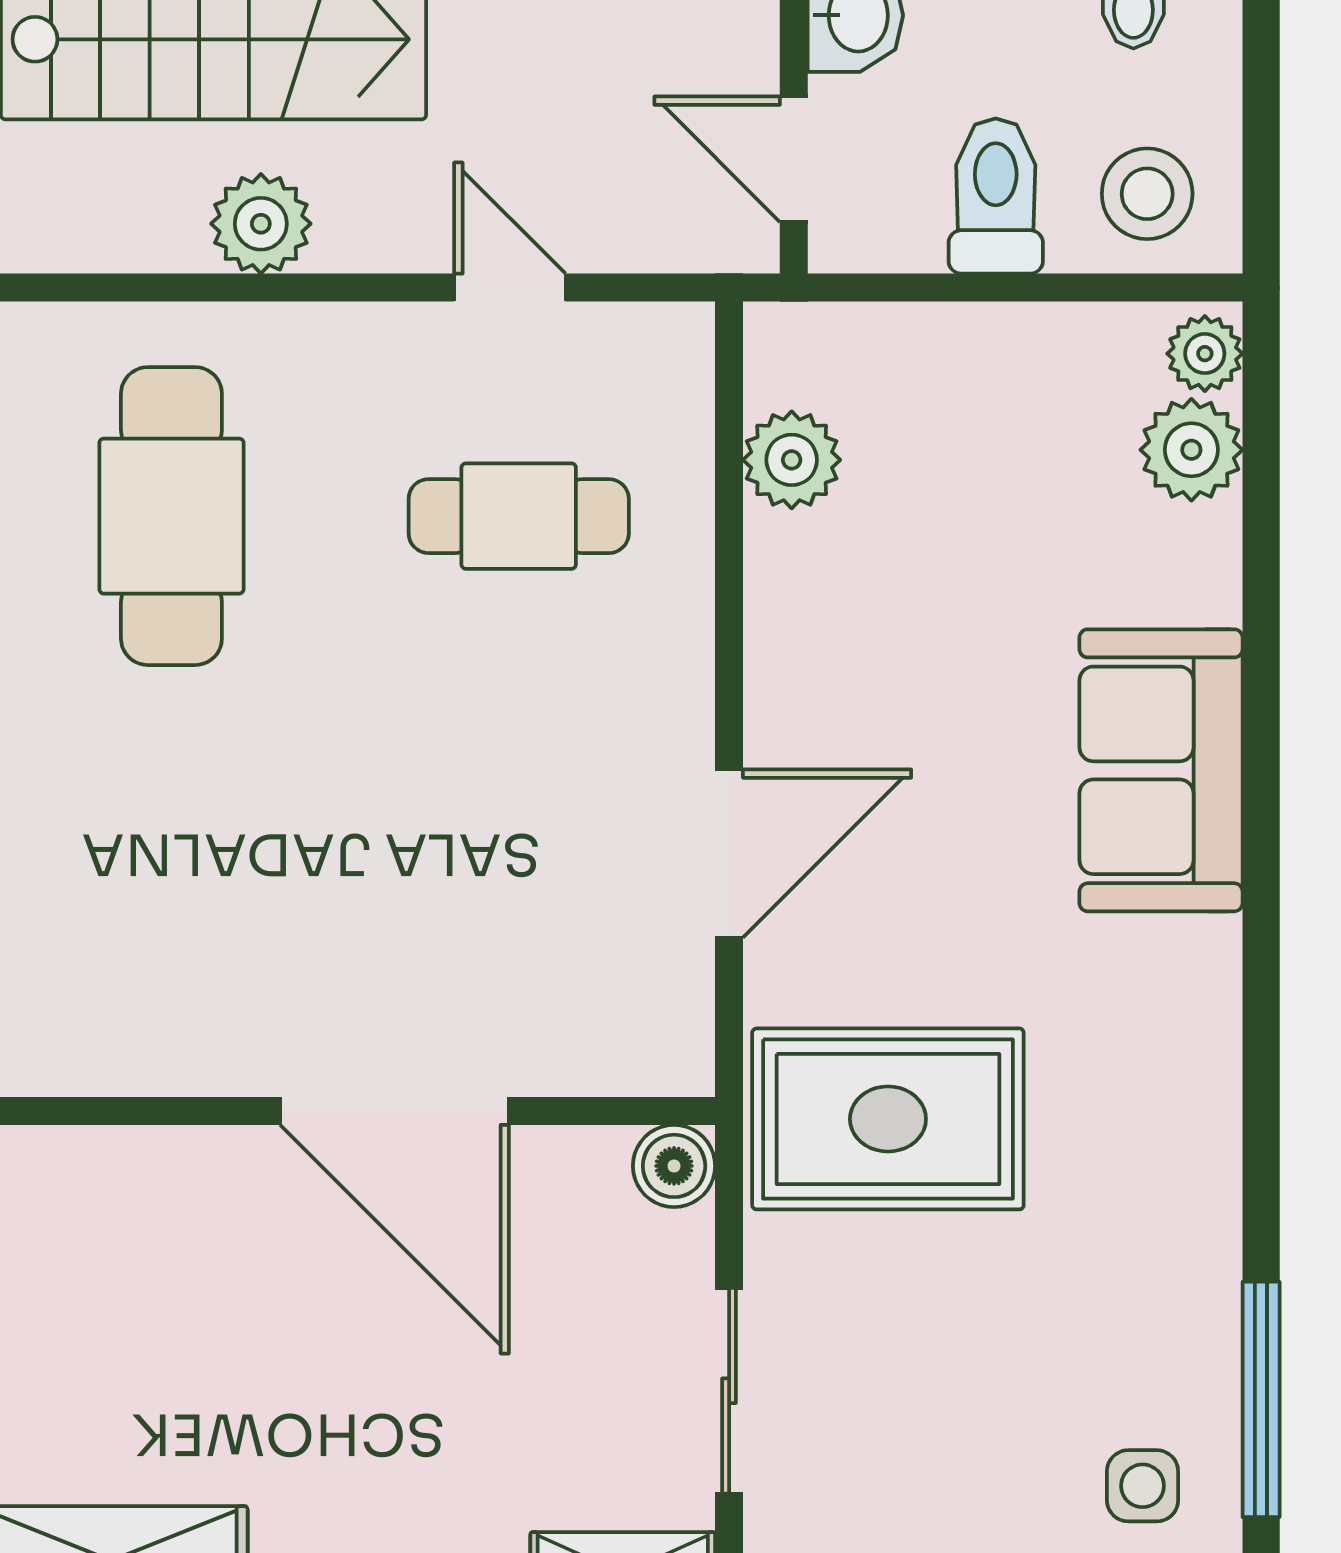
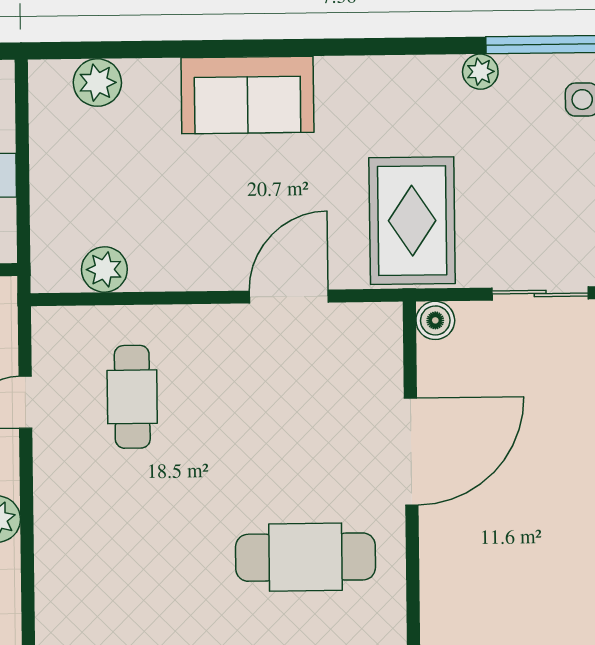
plant: (1205, 354) -> (480, 72), moved
cafe table: (171, 516) -> (306, 557), moved
door: (729, 854) -> (289, 297), hinge flipped

